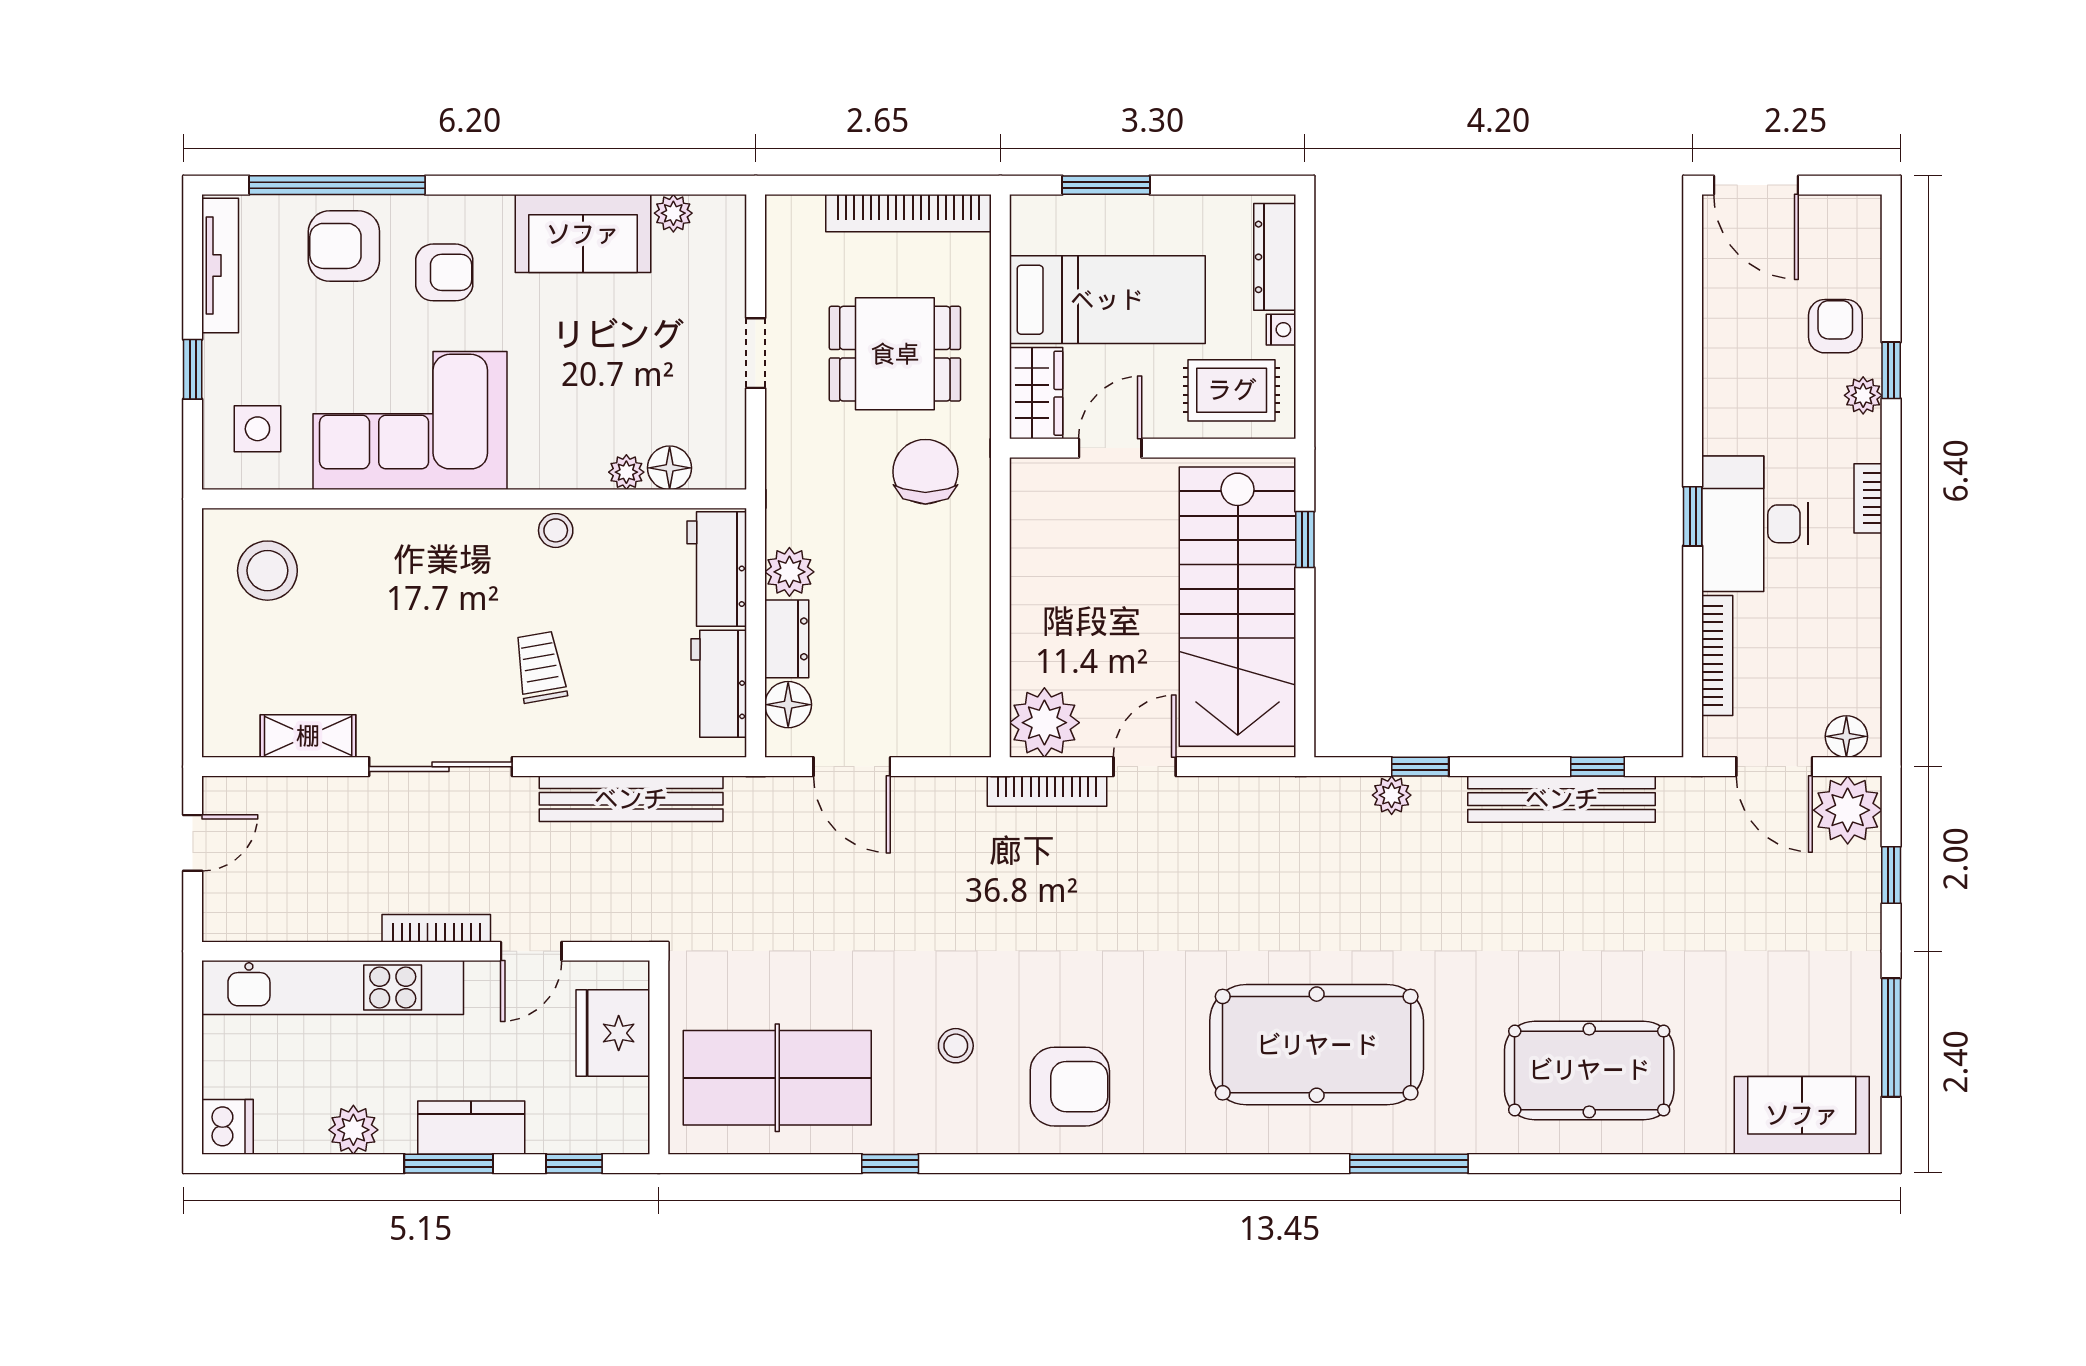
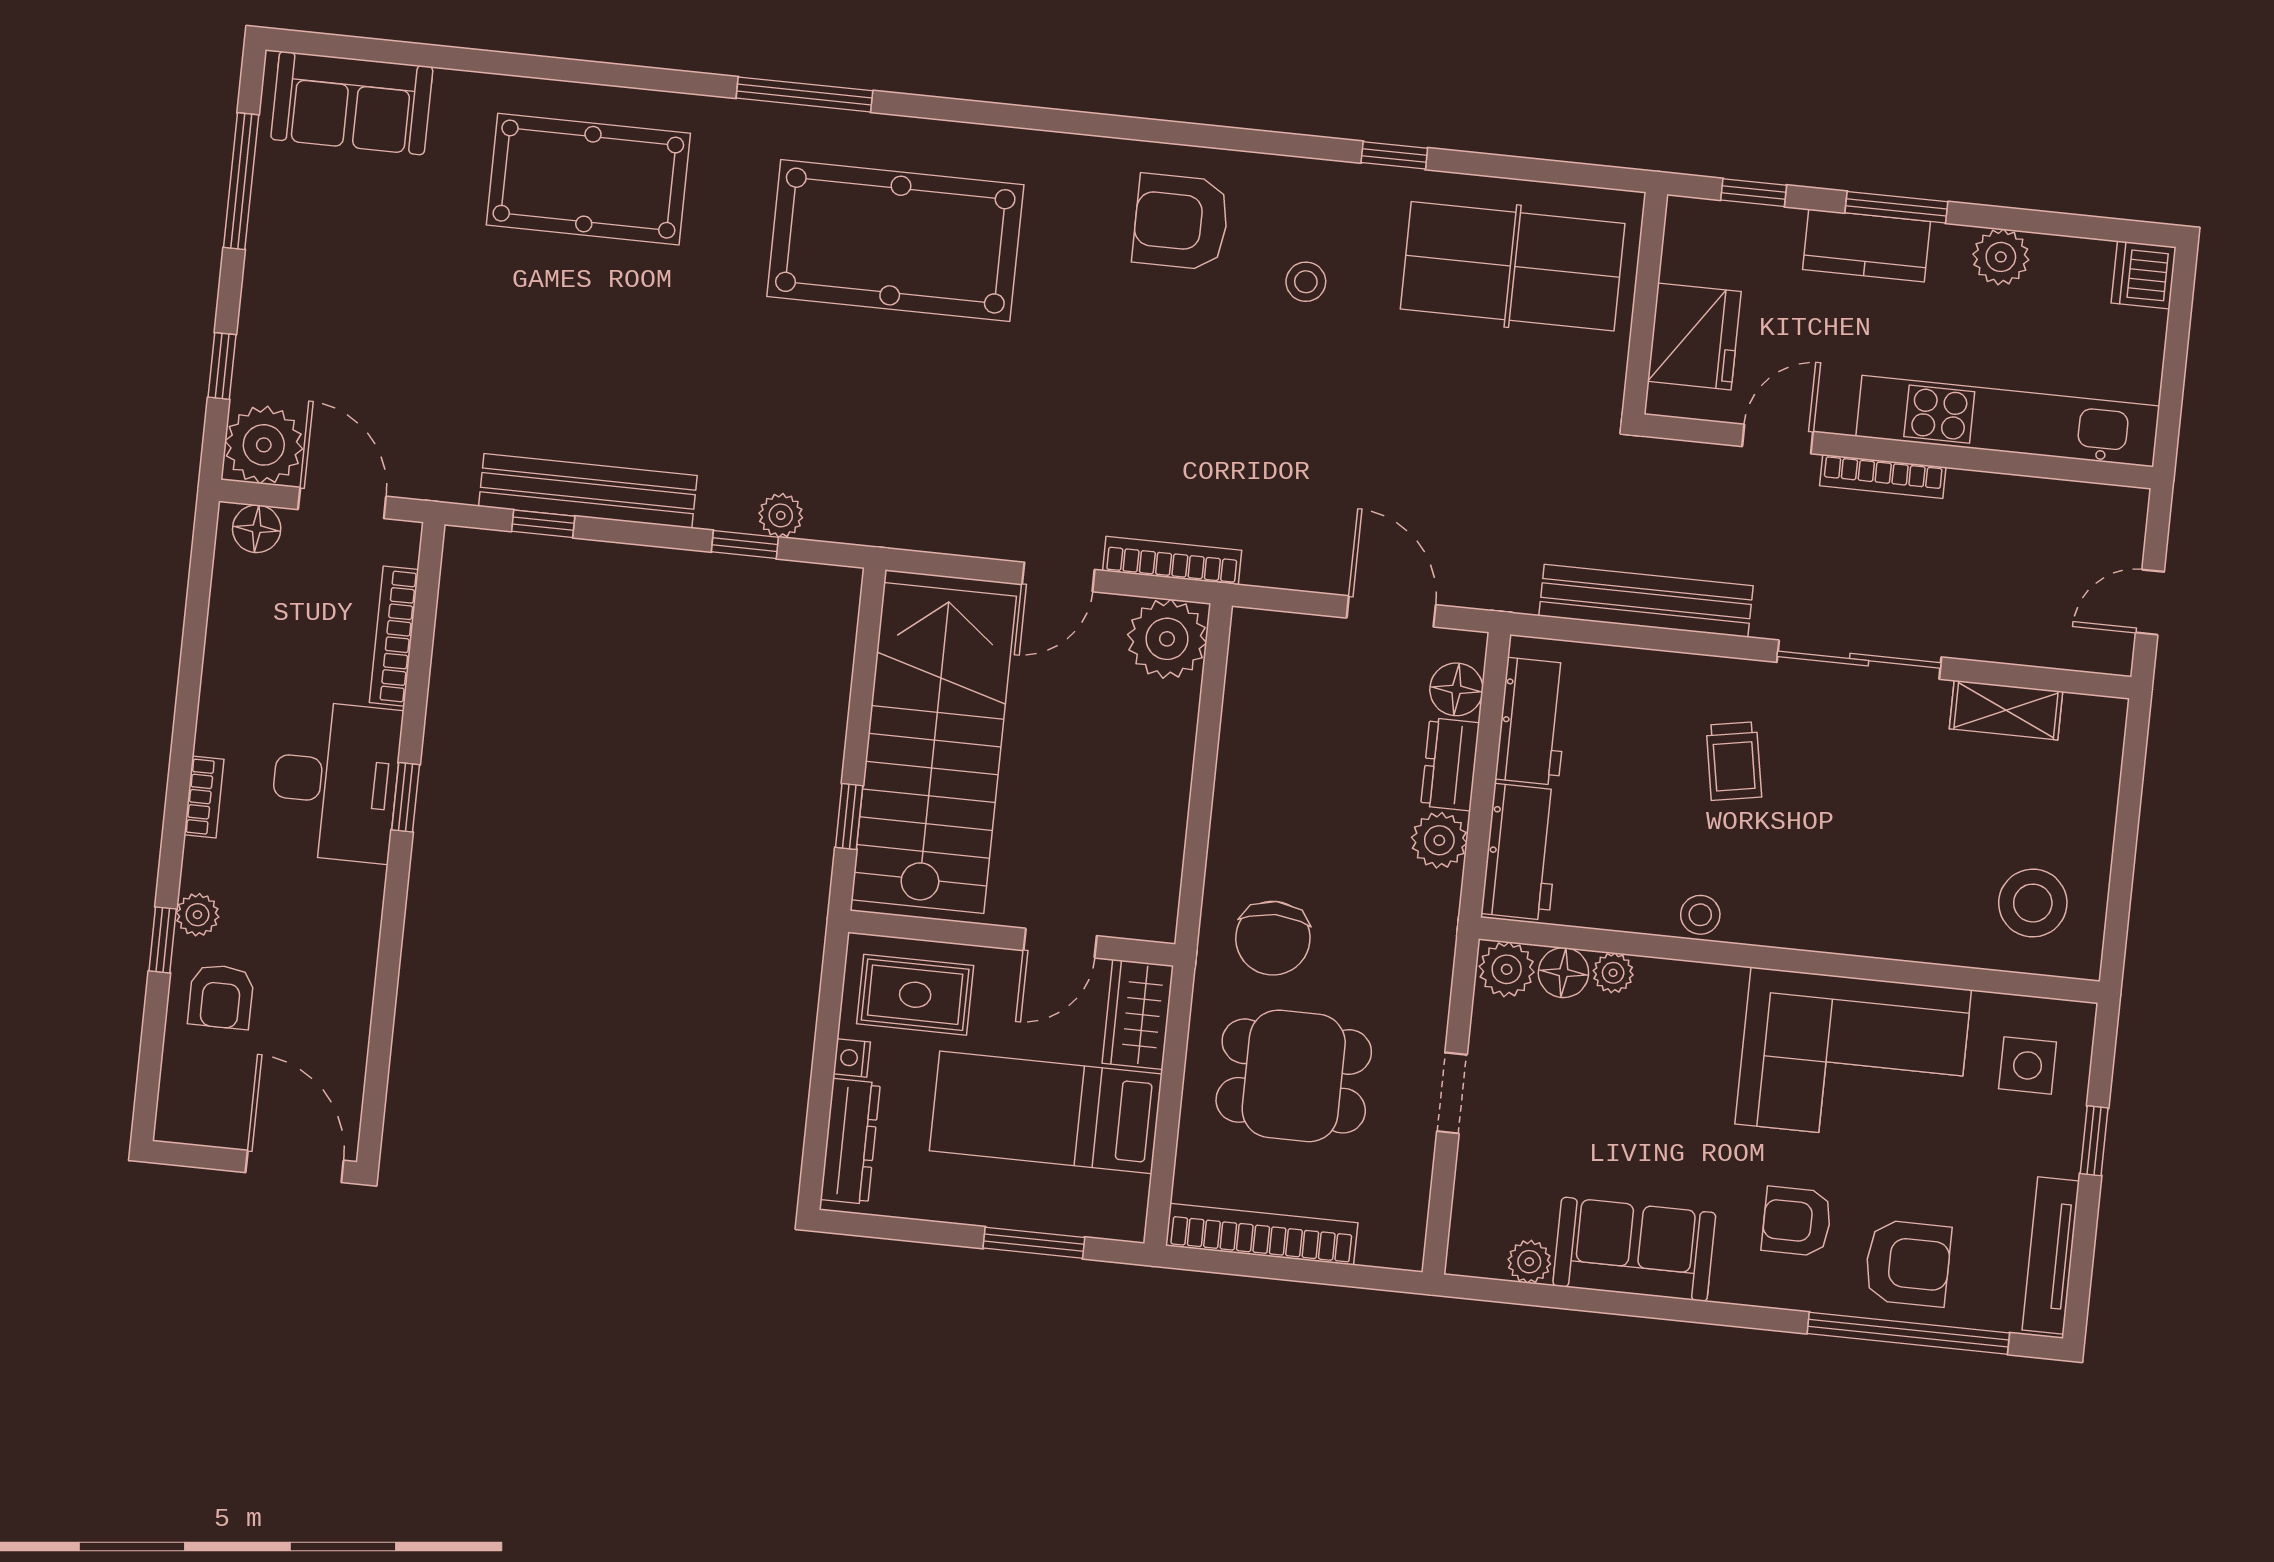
plant: (719, 466) -> (1507, 969), added

